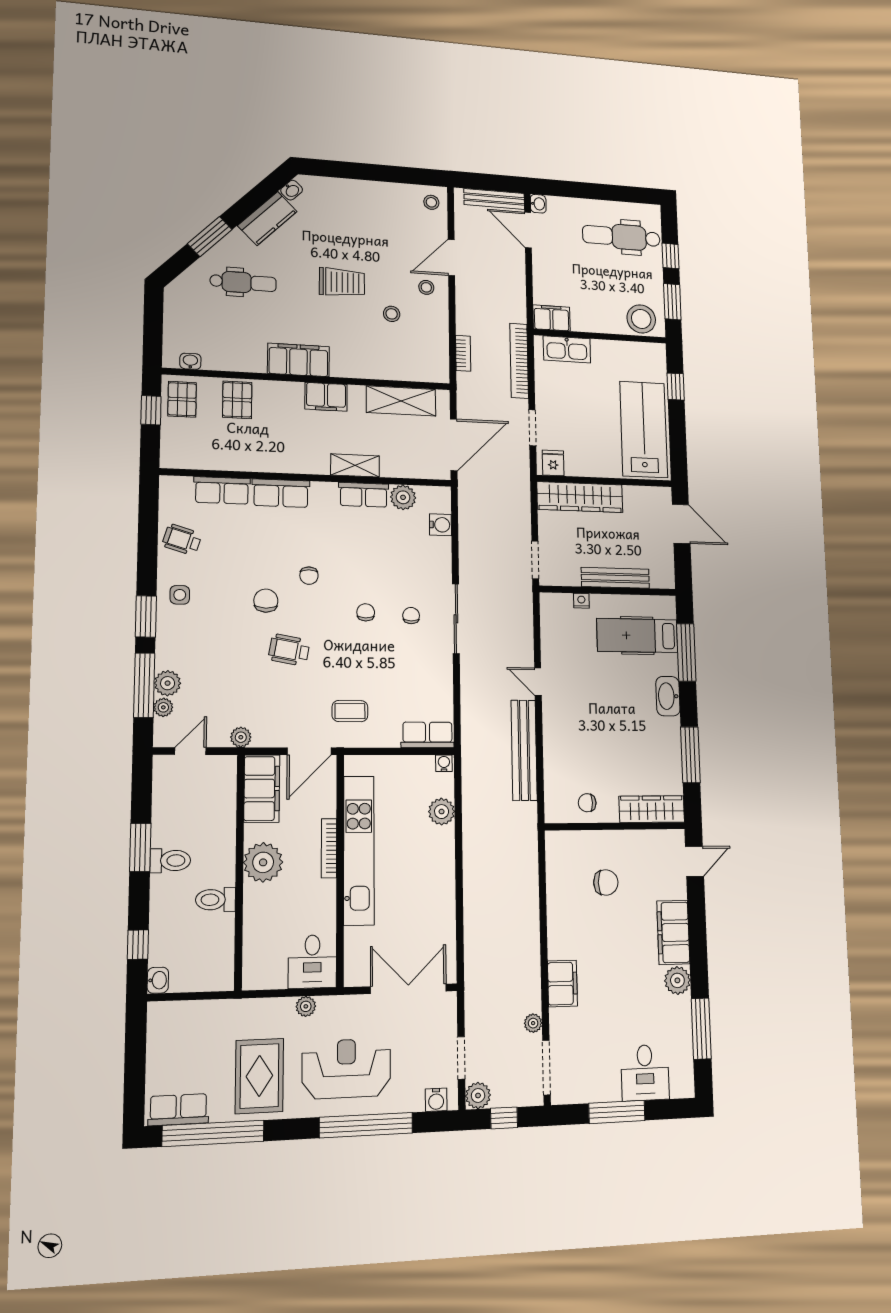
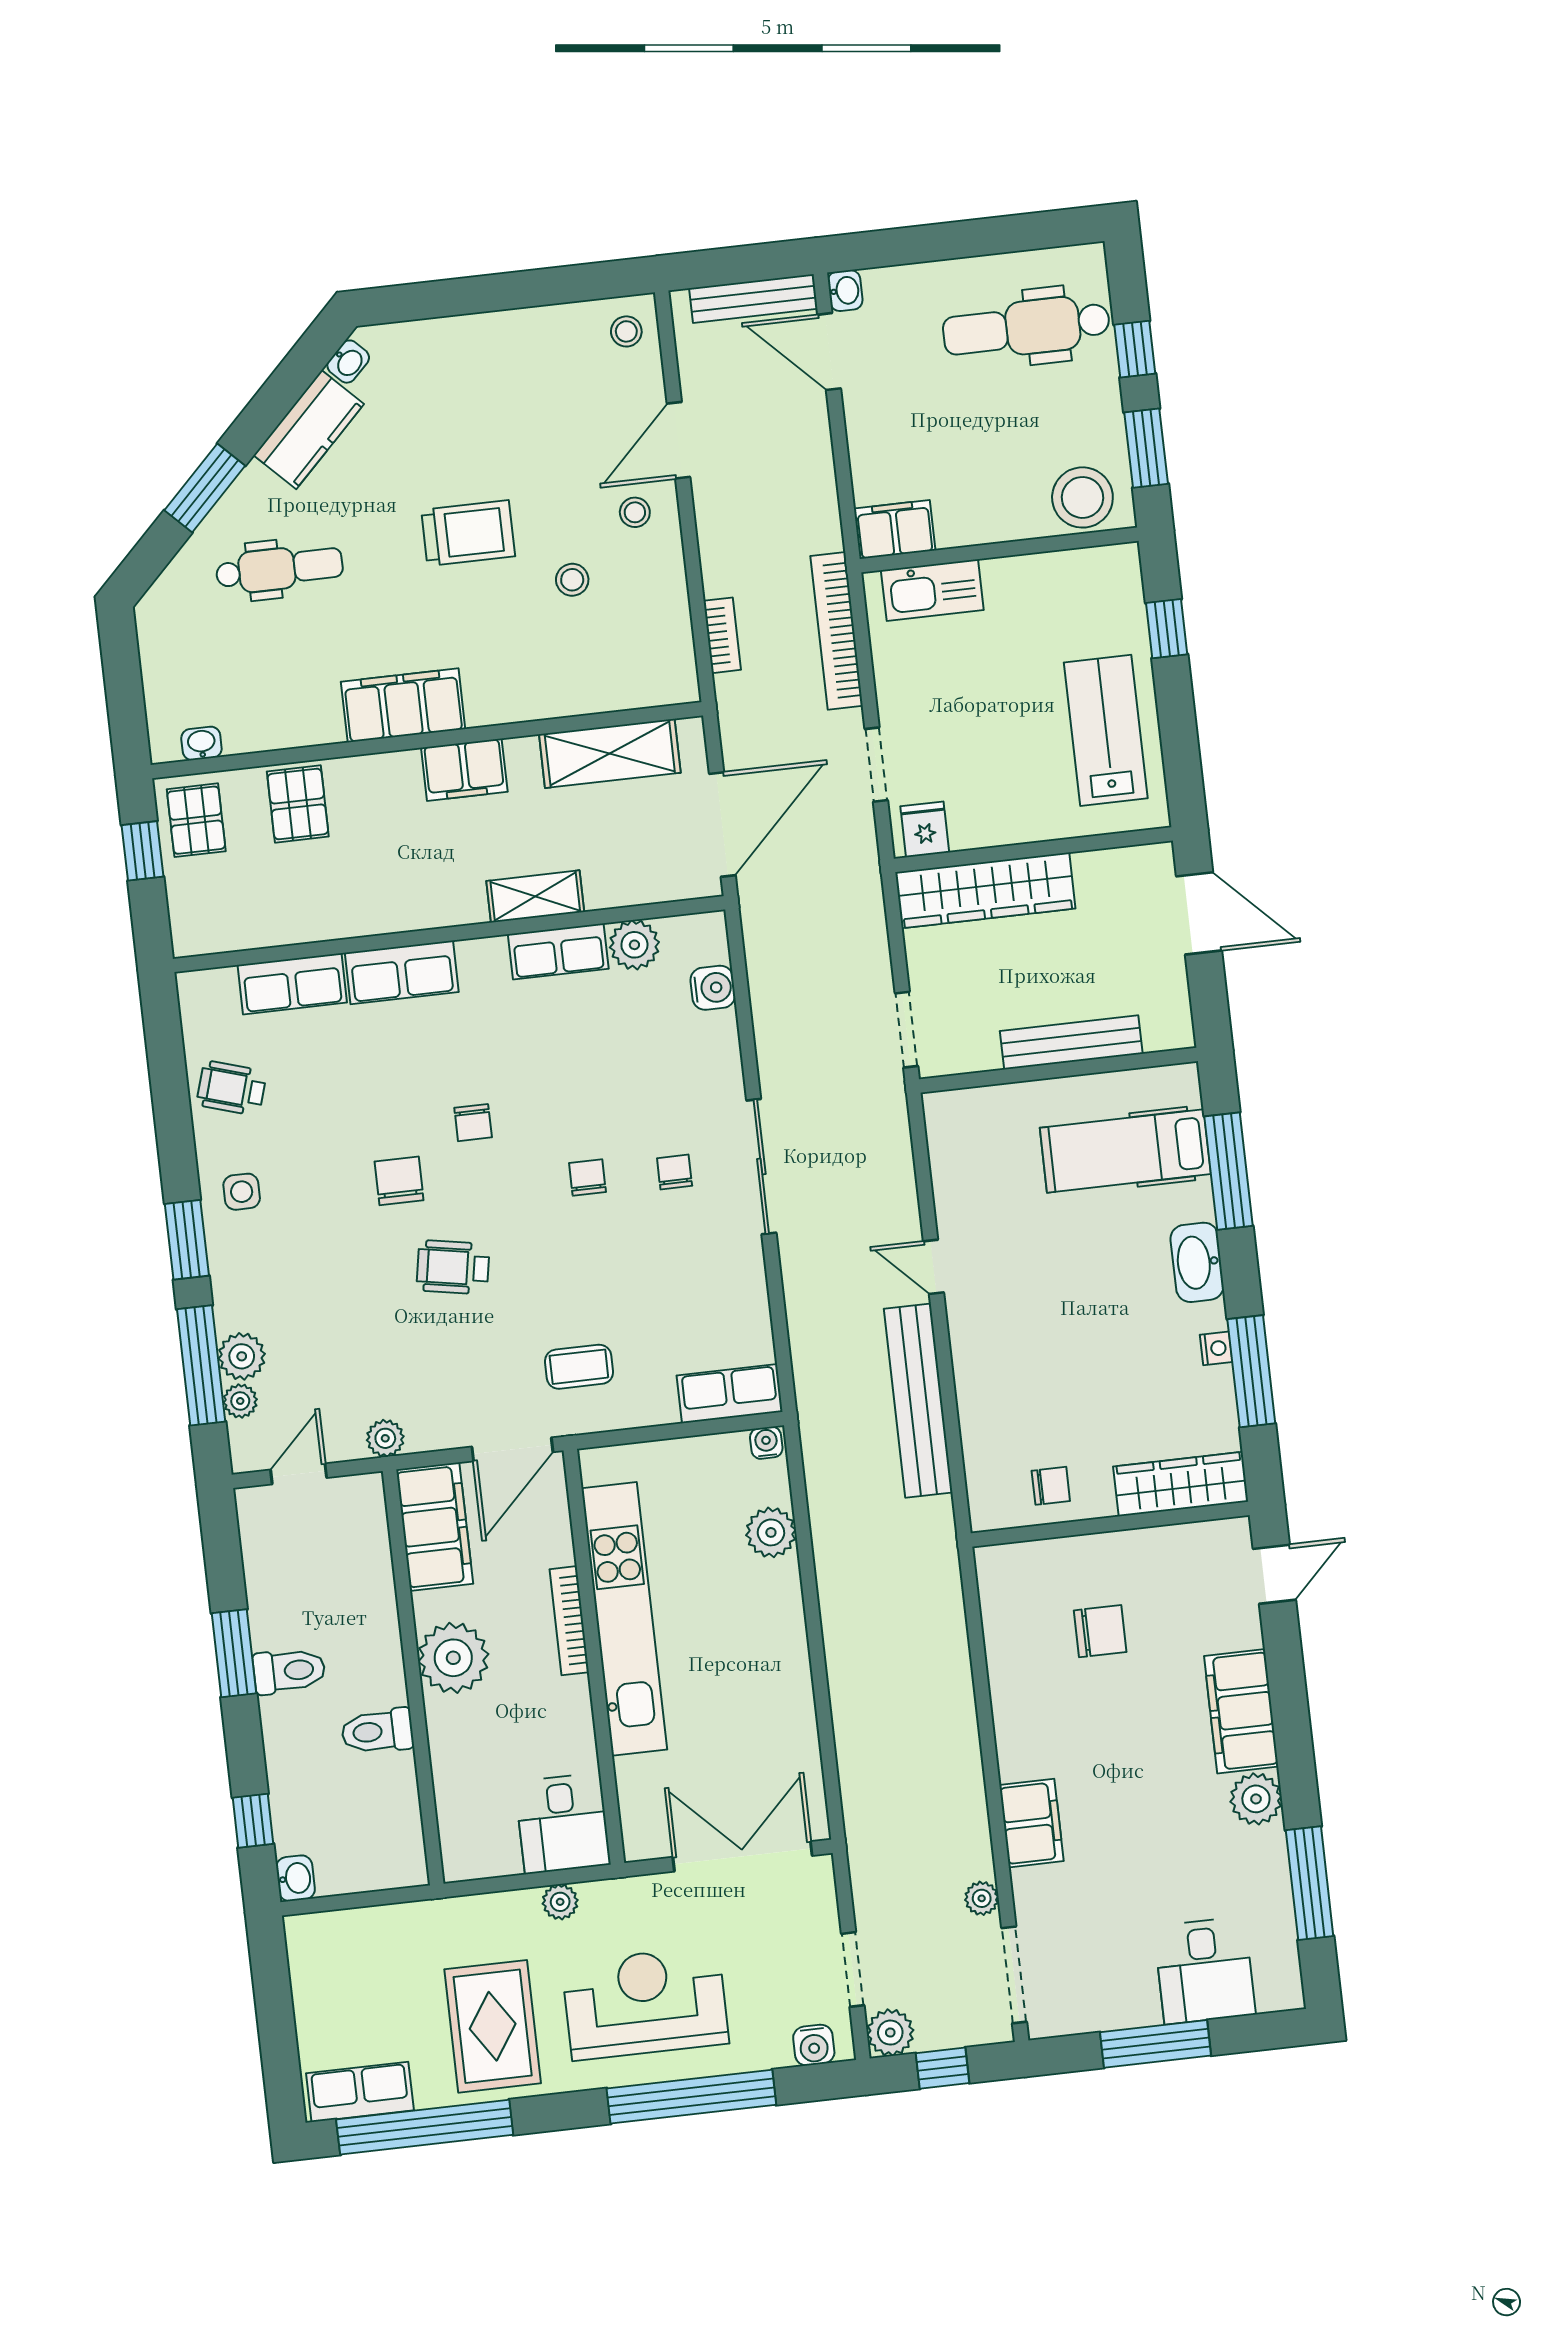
lab bench: (644, 429) -> (1106, 730), width x0.73, depth x0.72
nightstand: (581, 601) -> (1216, 1348), moved, turned 90
chair: (587, 803) -> (1051, 1486), turned 180

